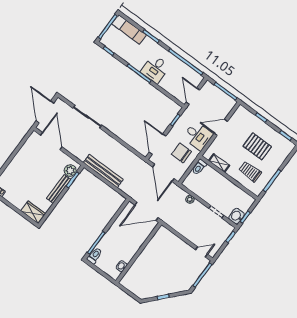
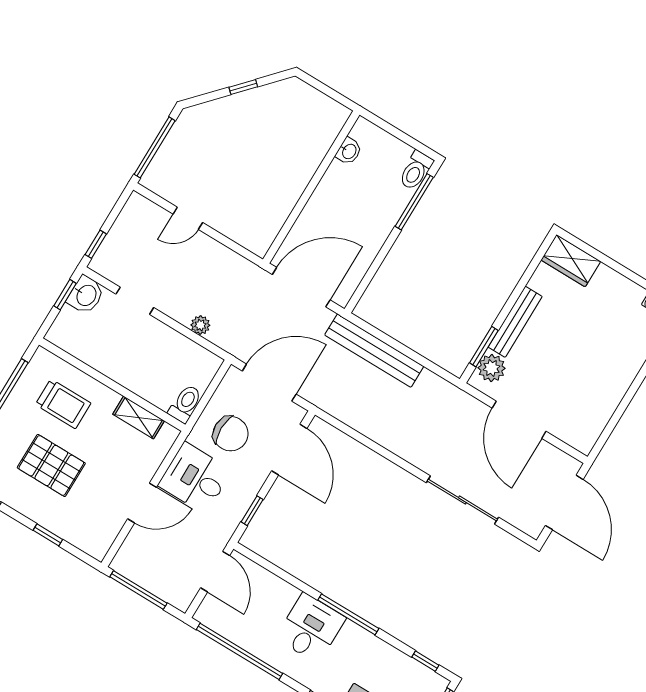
door: (51, 141) -> (519, 420), moved
bench: (103, 171) -> (374, 351), moved
door: (163, 173) -> (269, 383), hinge flipped
door: (202, 252) -> (188, 218), moved

